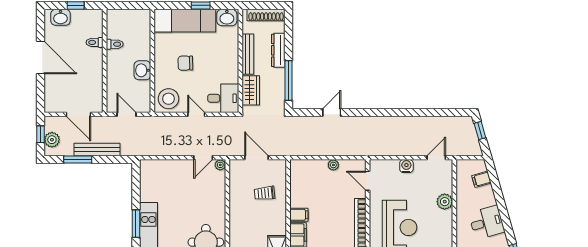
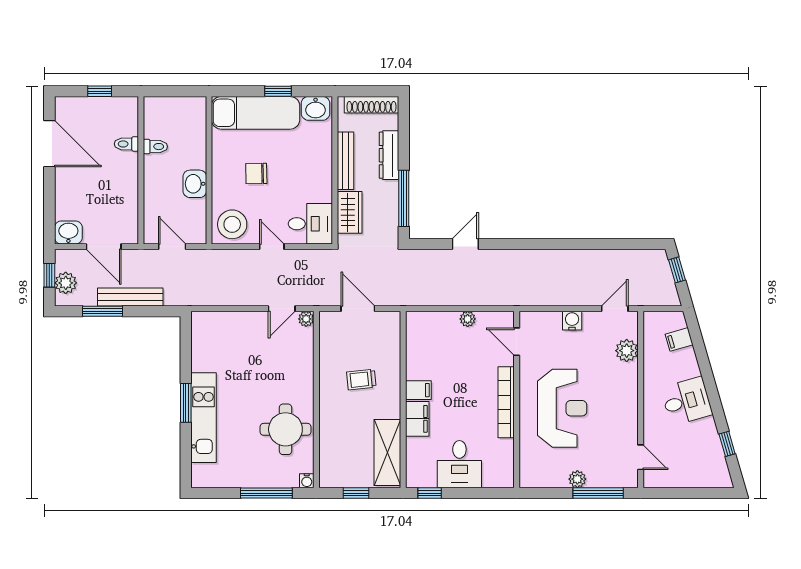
washbasin: (61, 17) -> (68, 232), moved, turned 180
door: (41, 58) -> (49, 144), moved
trolley: (265, 193) -> (361, 379), moved
plant: (445, 202) -> (627, 351), moved

